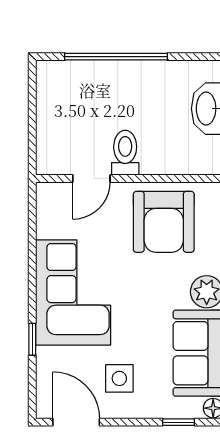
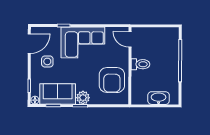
door: (91, 178) -> (130, 39), moved
armchair: (164, 222) -> (112, 80), turned -90

